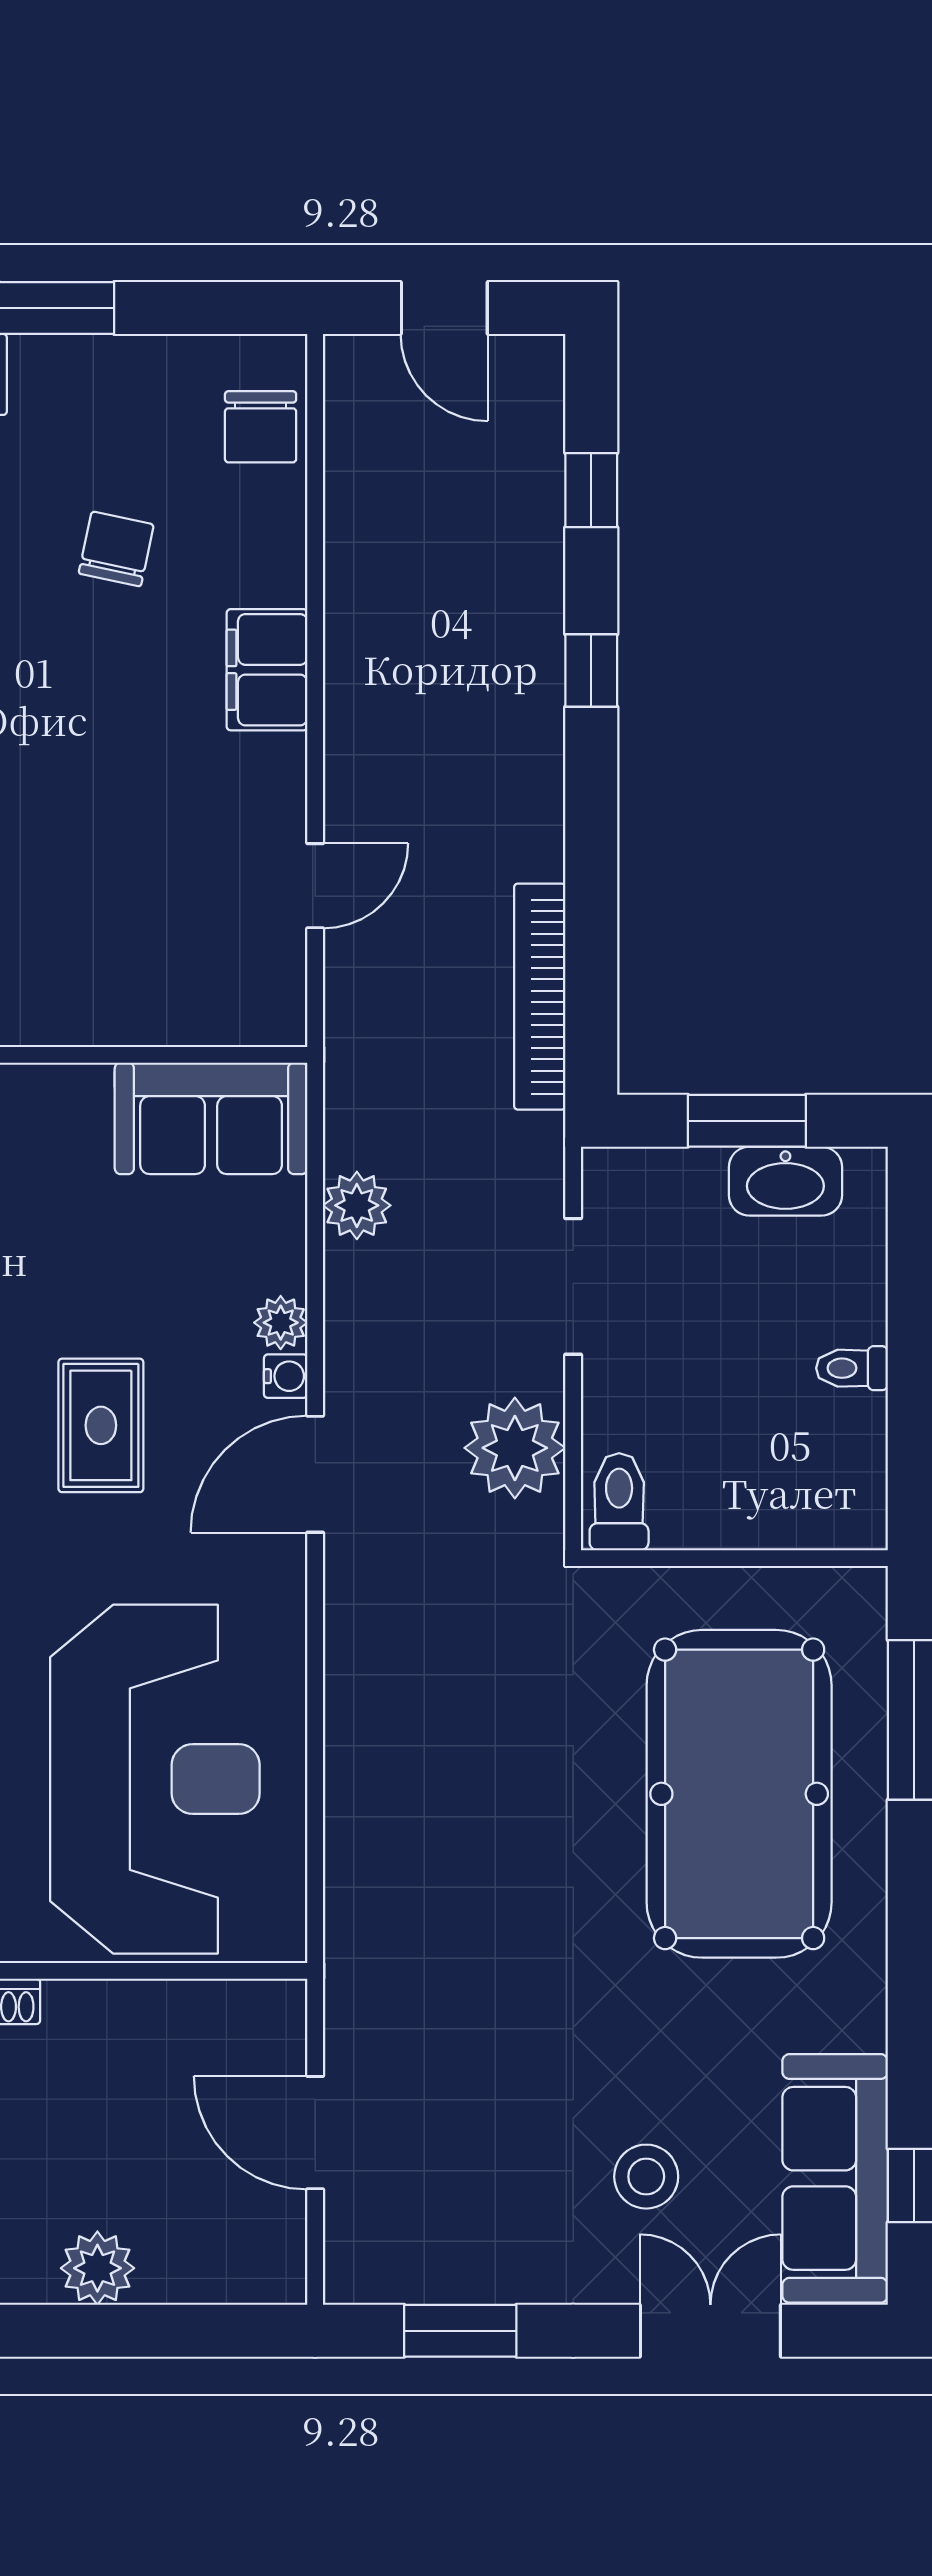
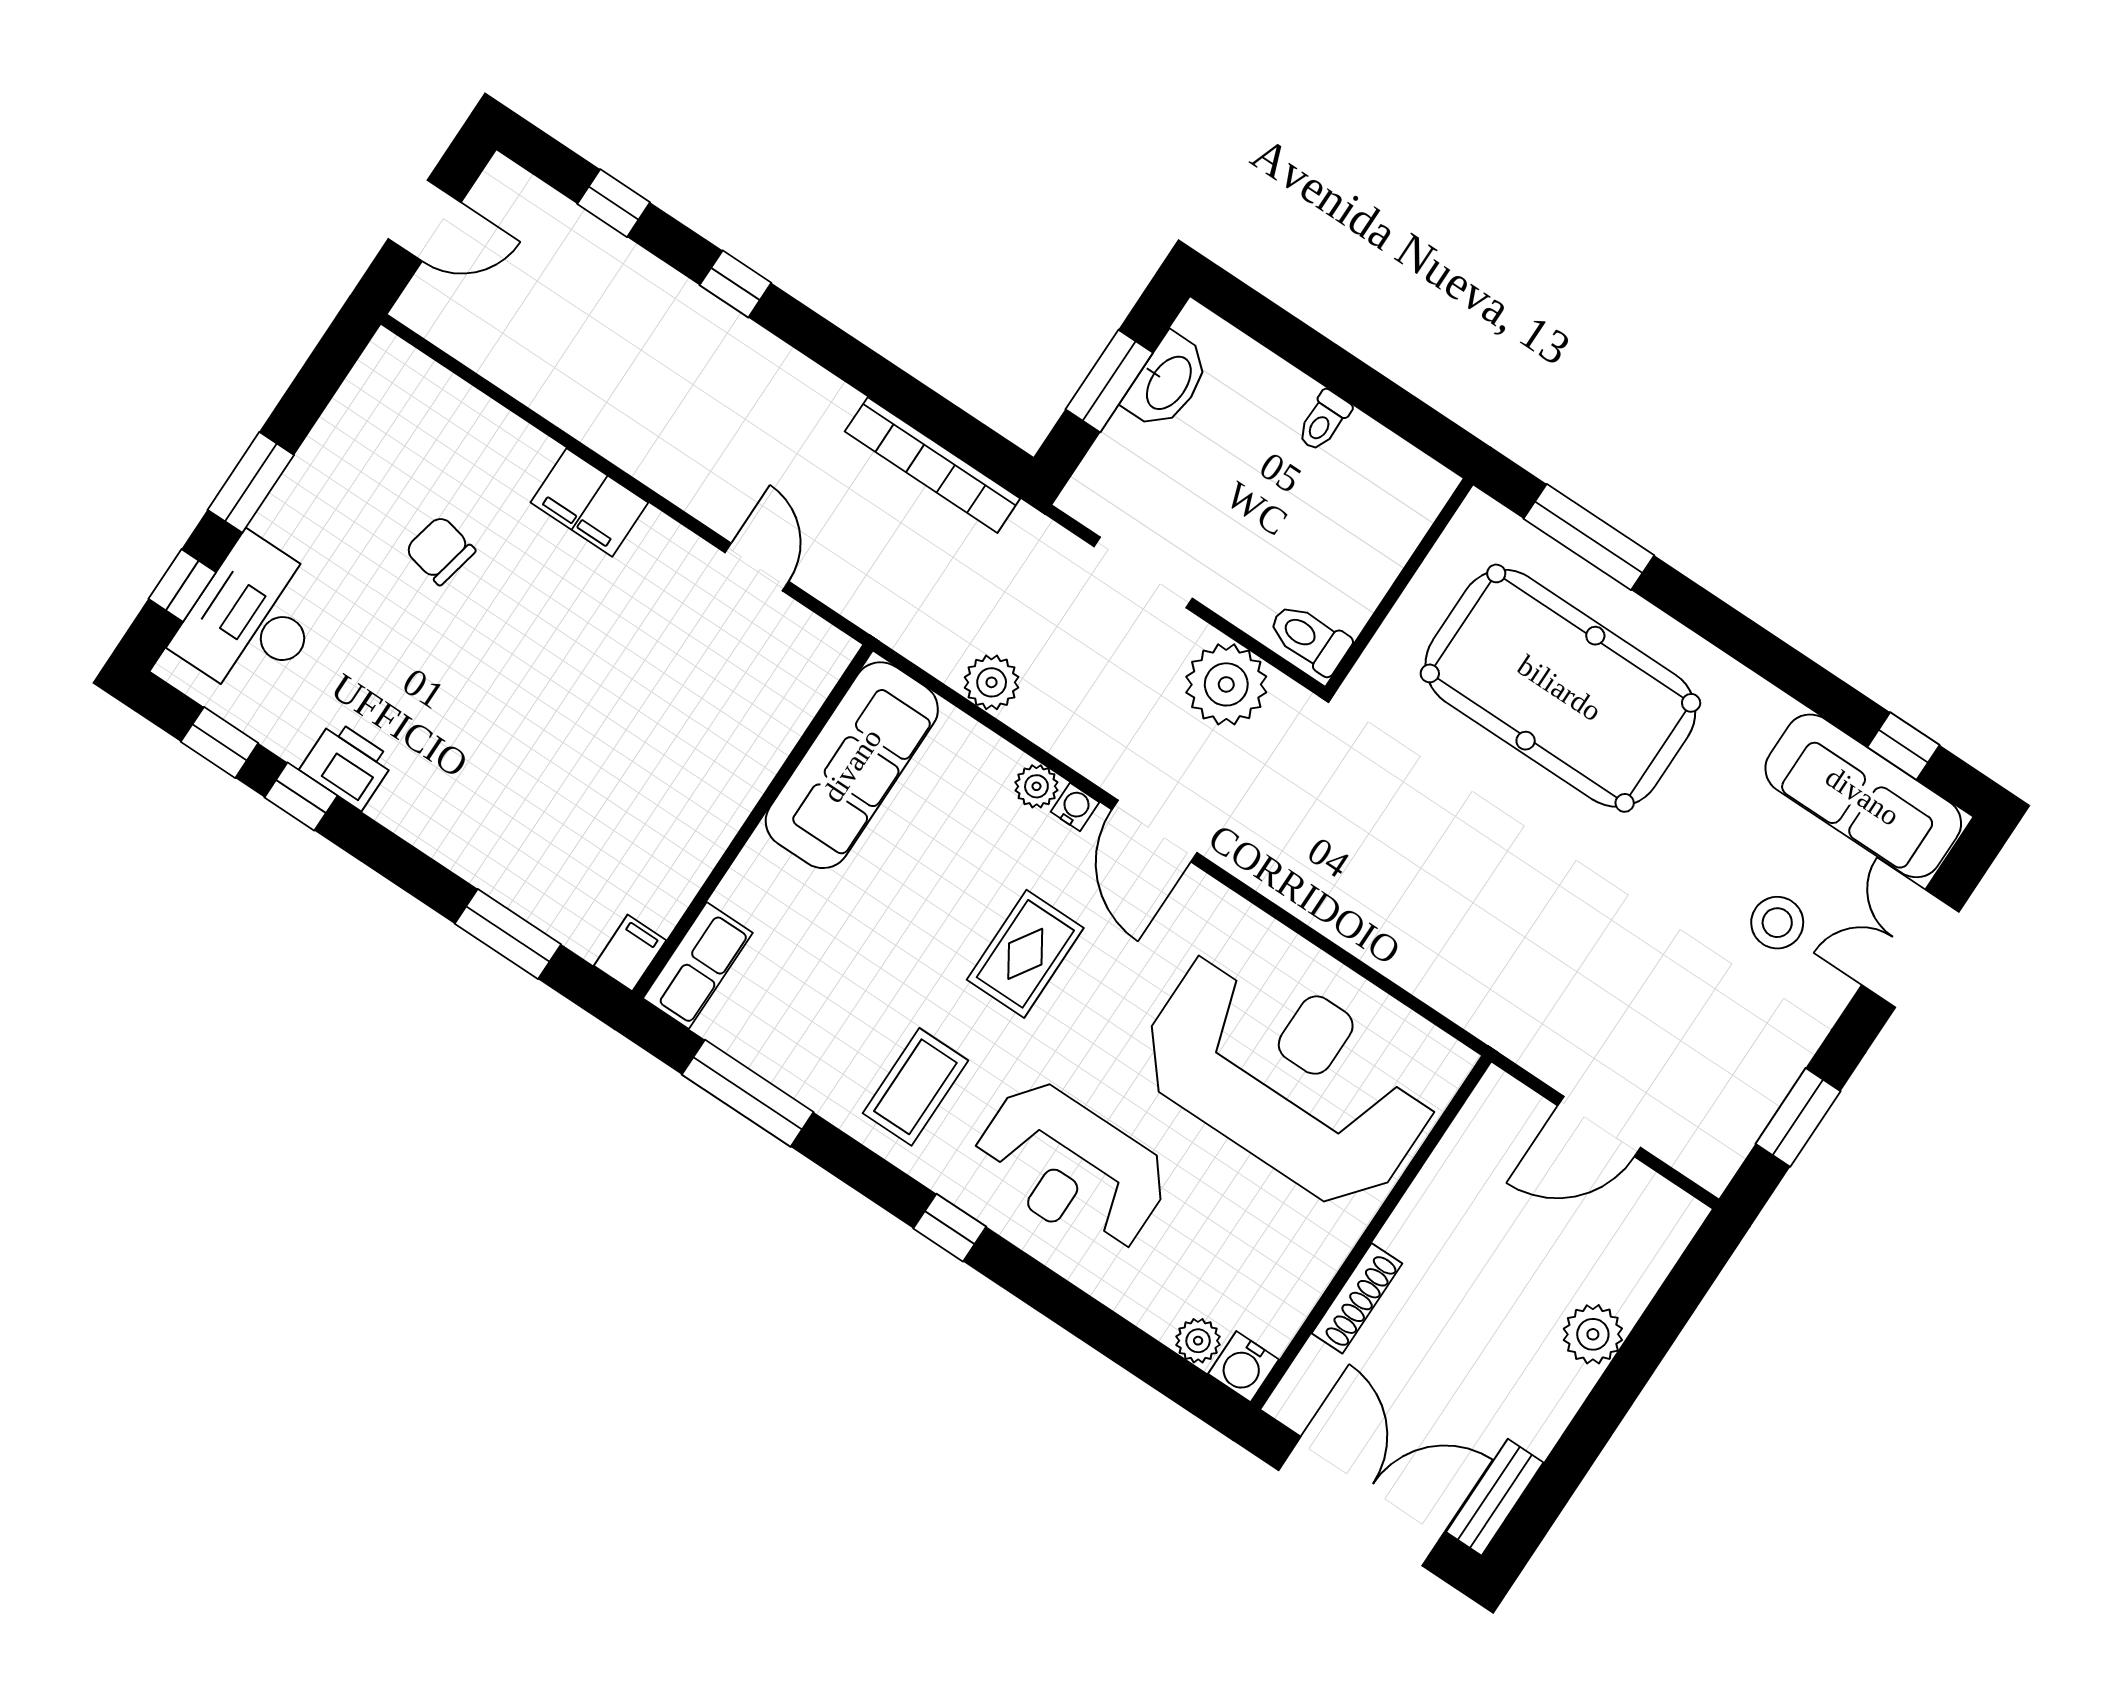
chair: (261, 427) -> (422, 398), removed
sofa: (211, 1118) -> (852, 765), width x1.36
rug: (101, 1425) -> (1025, 954), turned 90

